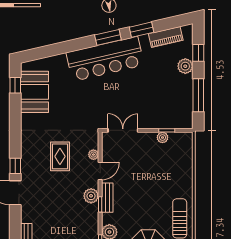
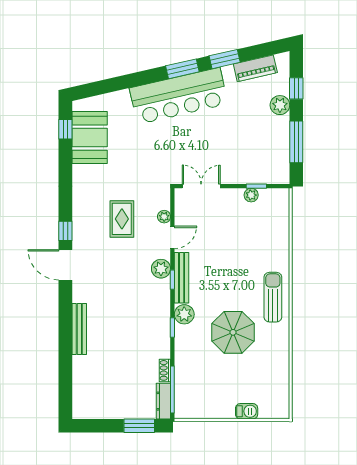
bench: (107, 198) -> (182, 278), width x1.36

